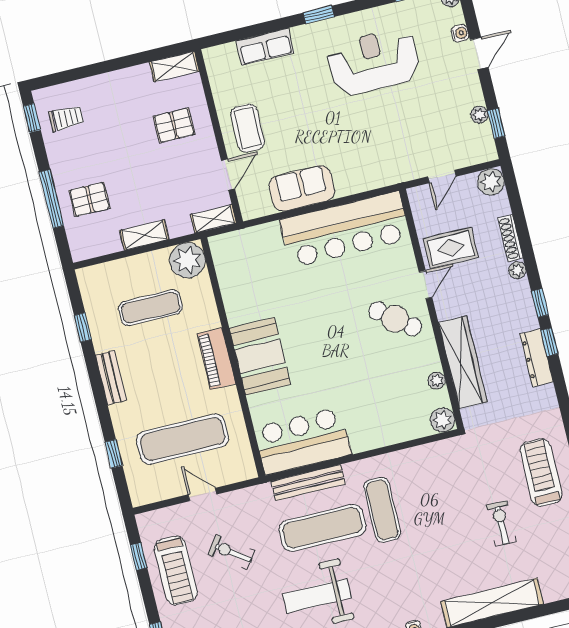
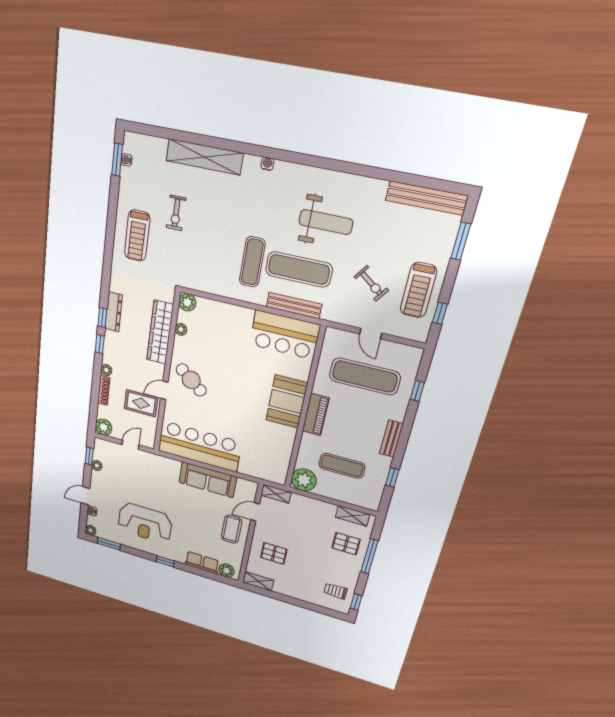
plant: (225, 56) -> (226, 571), added
sofa: (302, 188) -> (208, 480), width x1.36
shelving: (144, 235) -> (352, 516), moved
treadmill: (176, 570) -> (418, 290), turned 180

